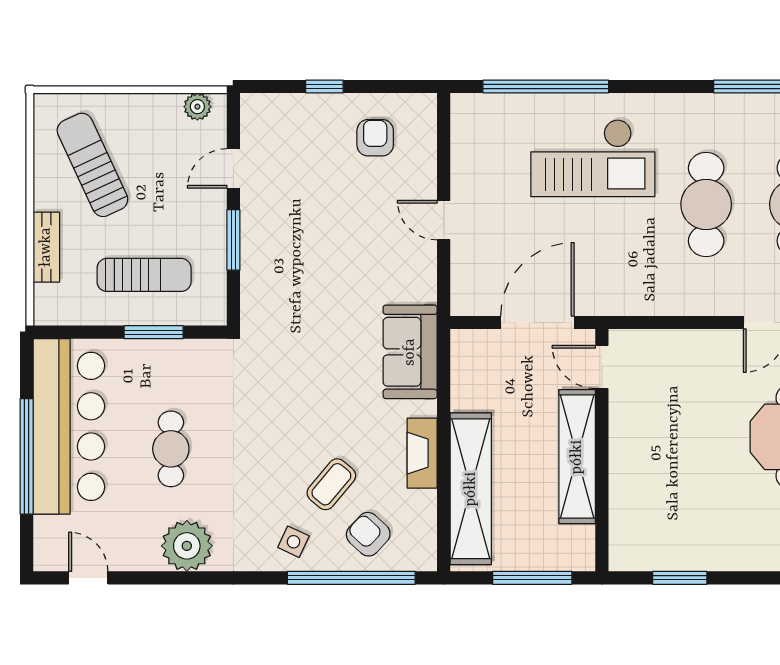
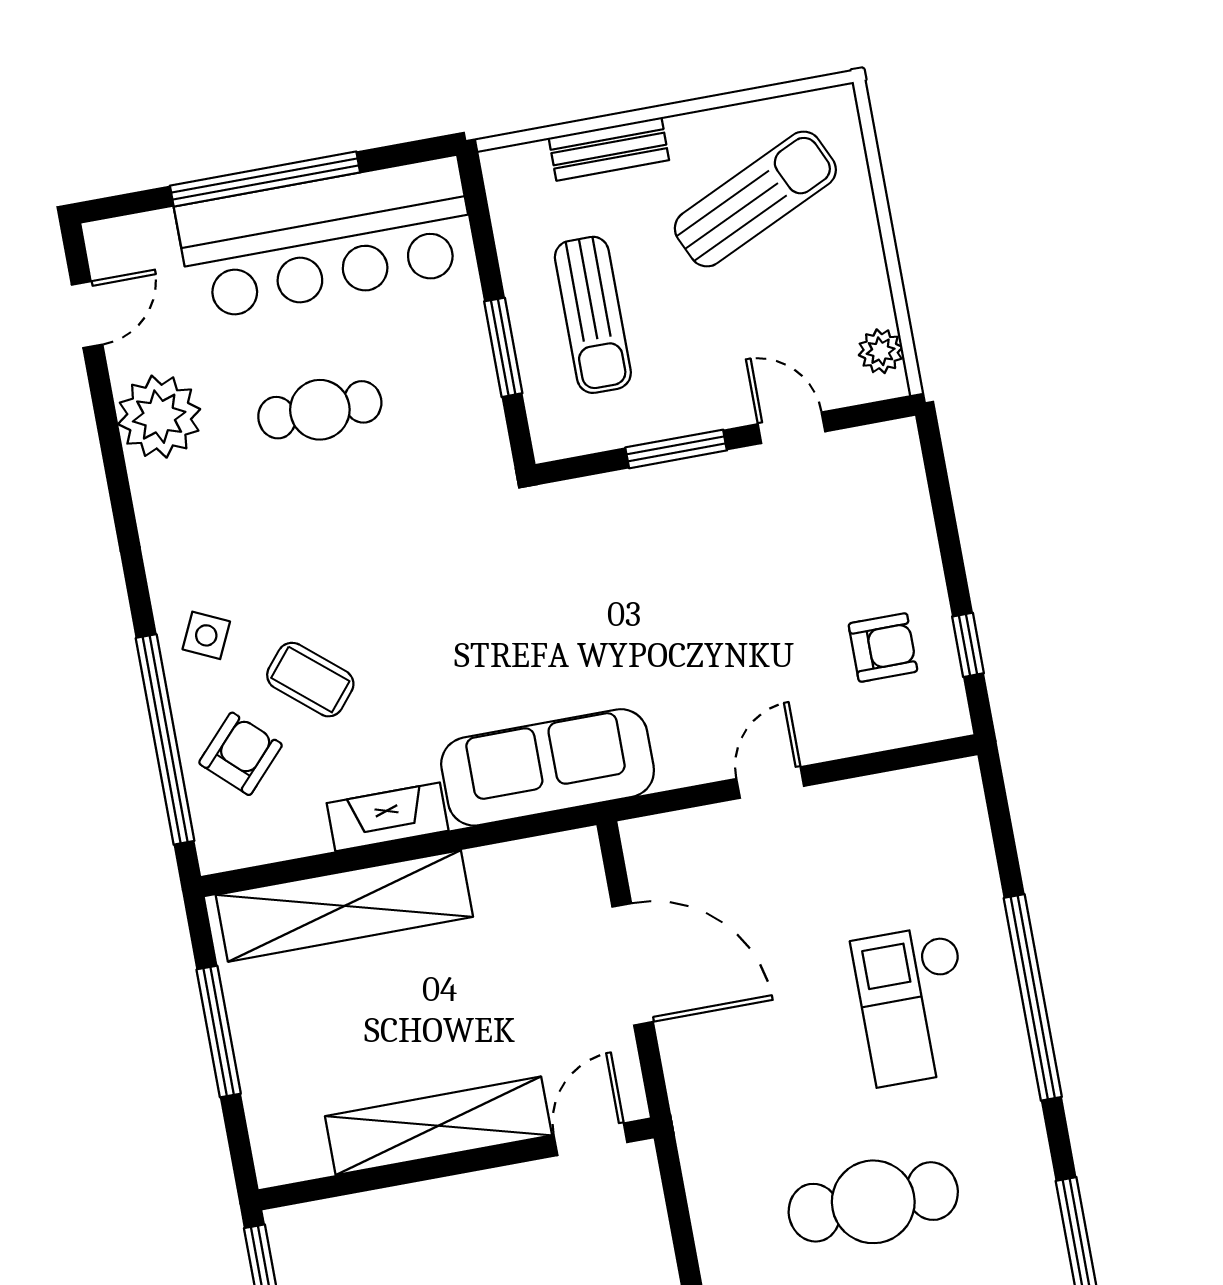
window: (324, 87) -> (968, 645), moved
window: (546, 87) -> (1033, 997), moved
checkout: (593, 158) -> (915, 1005), width x0.73, depth x0.83
sofa: (410, 352) -> (548, 767), width x1.36
door: (602, 367) -> (591, 1139), moved
wall: (602, 450) -> (456, 1164), moved
shelving: (577, 457) -> (438, 1126), moved
plant: (187, 546) -> (159, 417), moved

